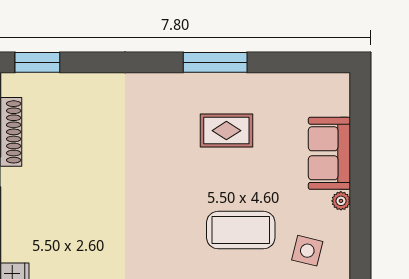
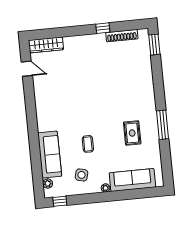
sofa: (329, 153) -> (132, 180), width x1.36
coffee table: (241, 230) -> (88, 144), width x0.54, depth x0.58

